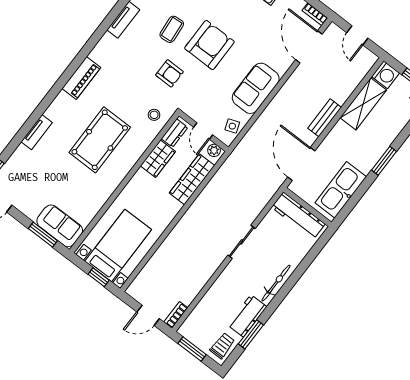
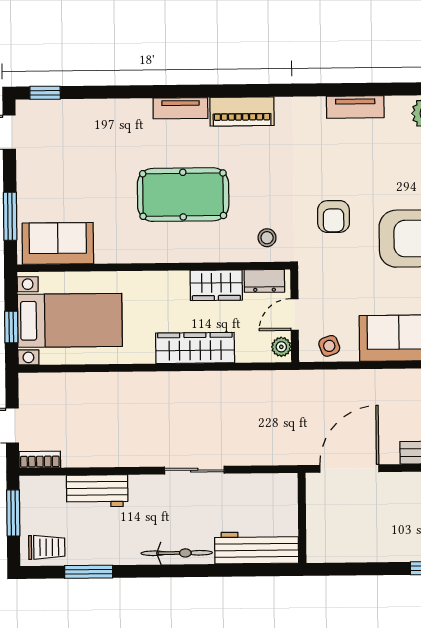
coffee table: (172, 29) -> (390, 176), removed
tv unit: (37, 132) -> (180, 108), moved
wardrobe: (192, 179) -> (195, 348), moved
kitchen sink: (341, 190) -> (356, 543), removed
workbench: (298, 216) -> (257, 548), moved, turned 90
sofa: (60, 226) -> (58, 243), moved, turned -90
workbench: (247, 316) -> (97, 491), moved, turned 180

